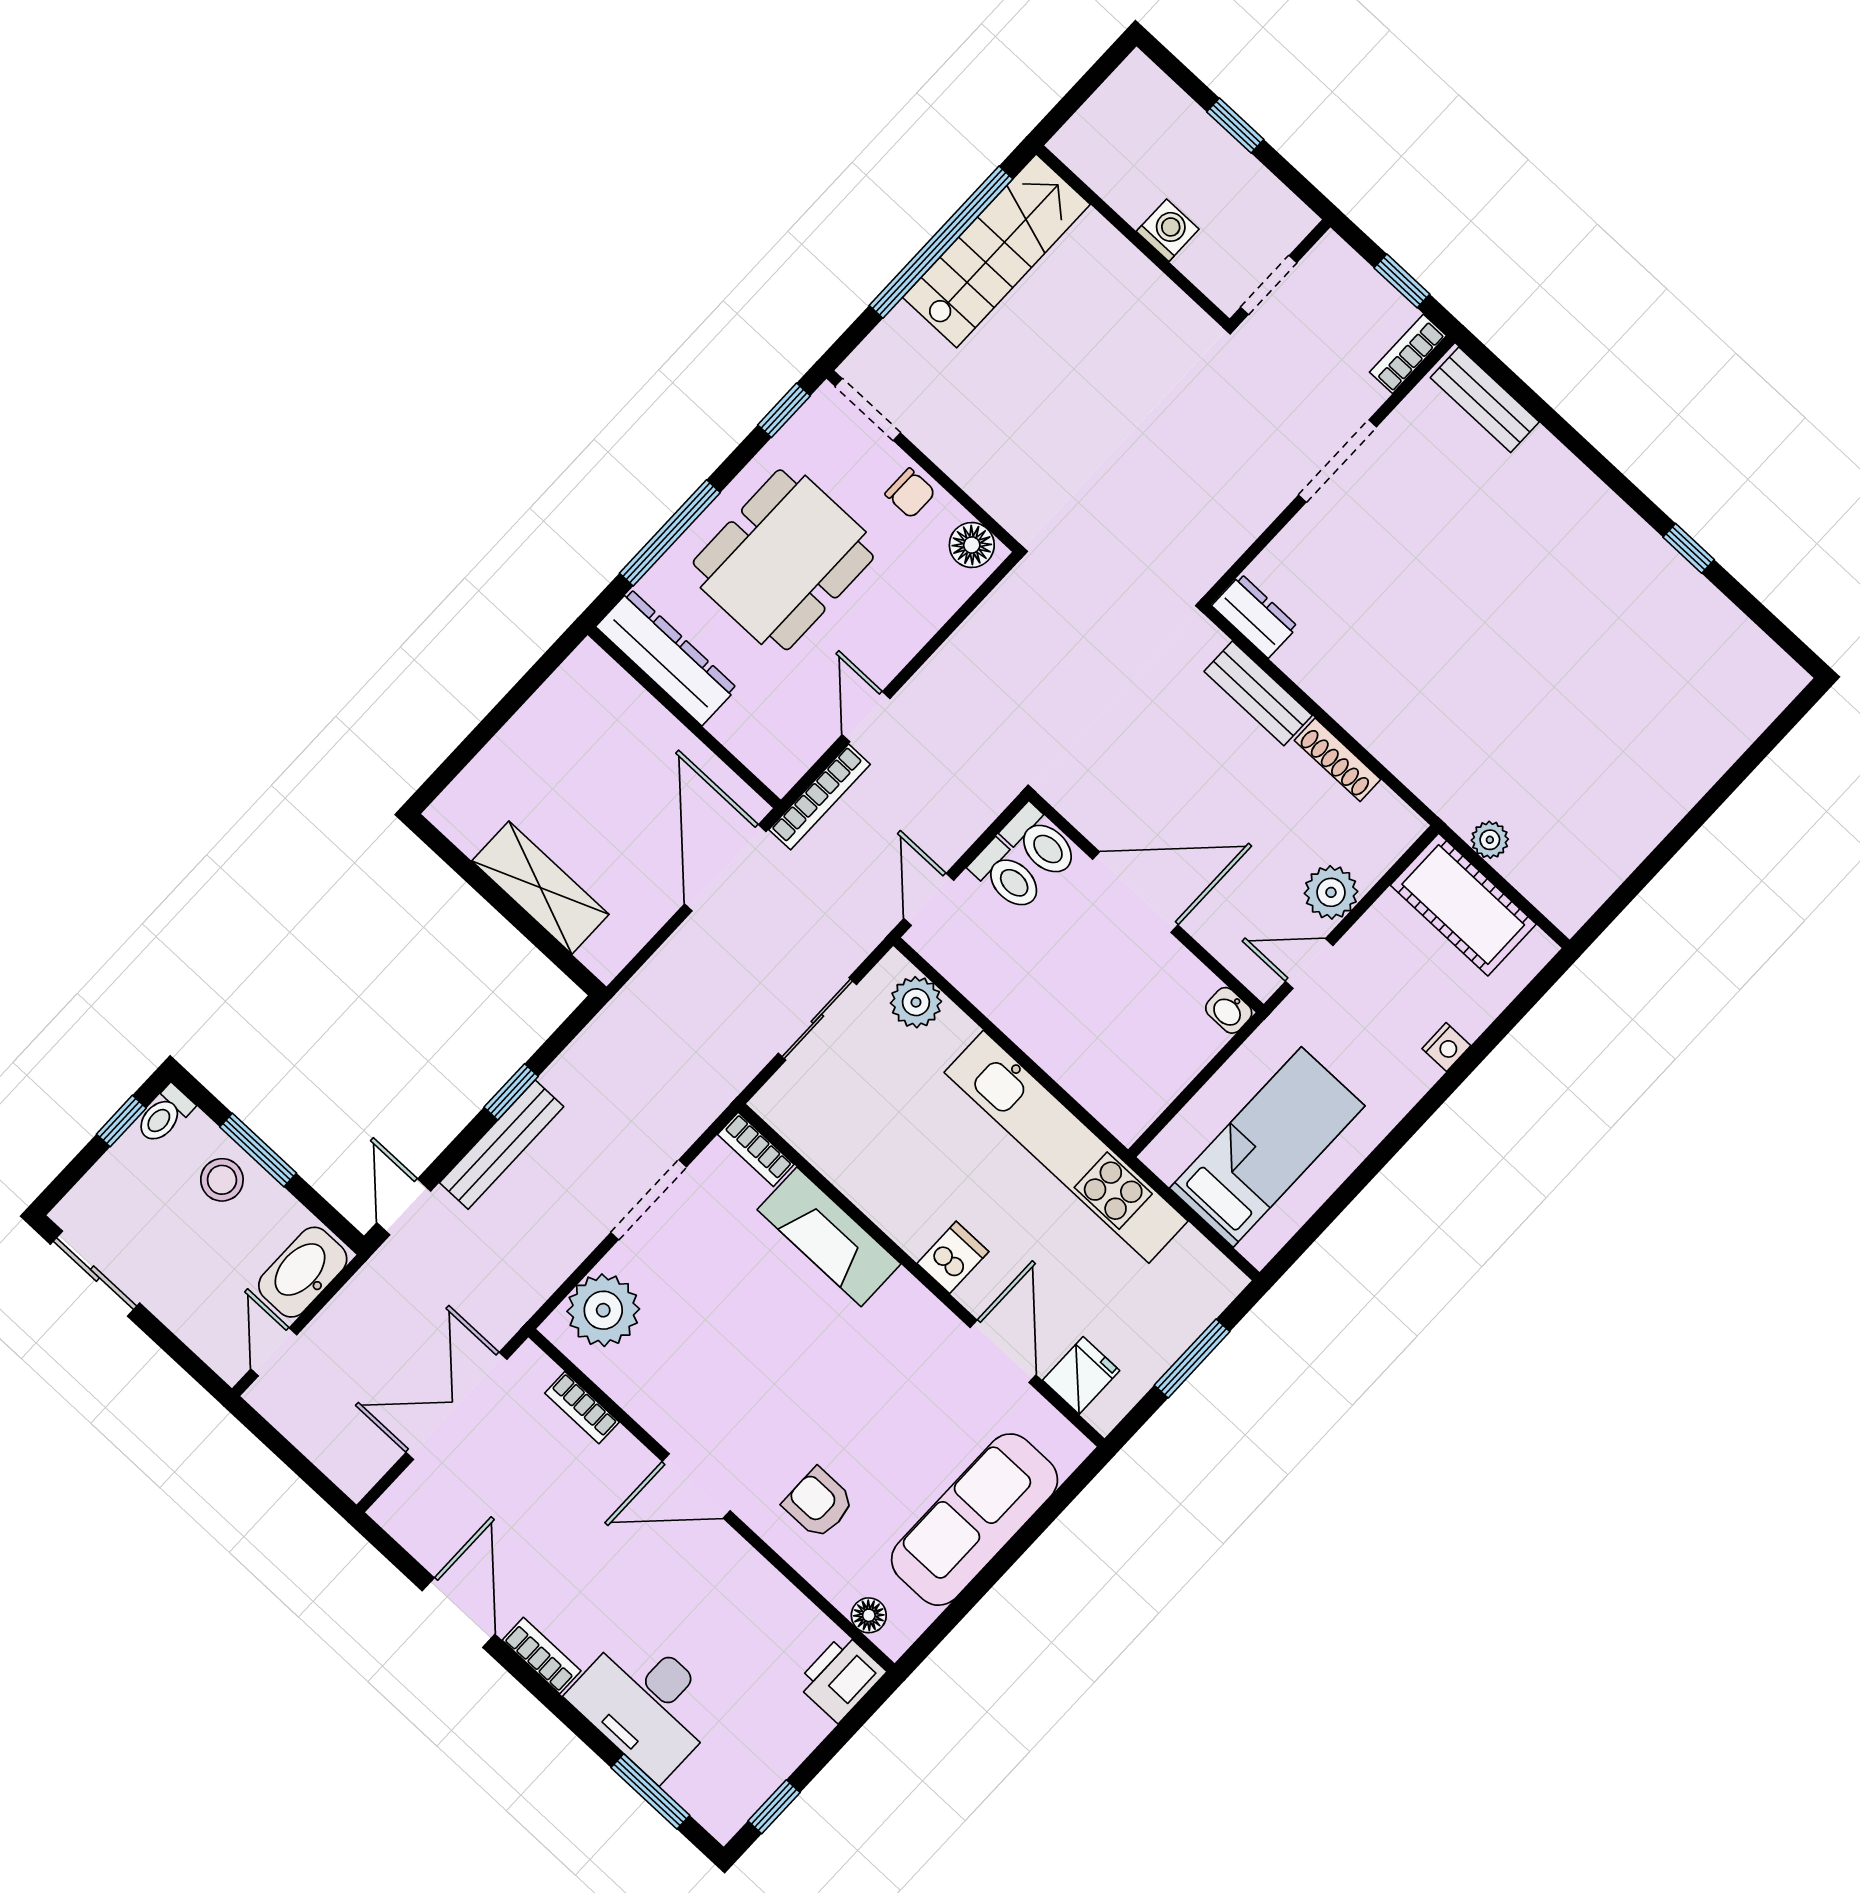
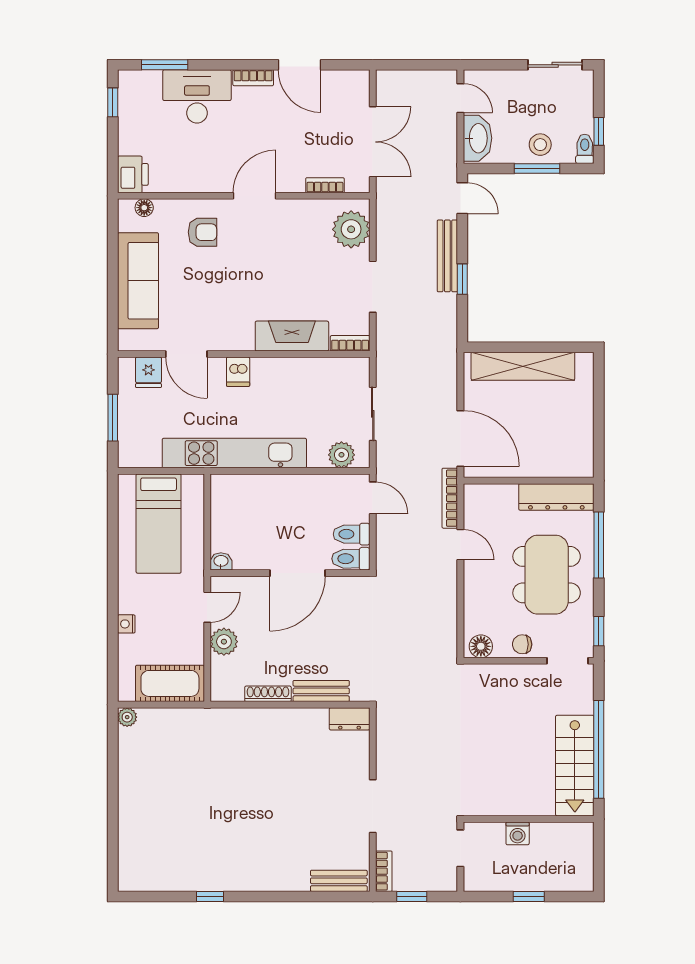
plant: (1490, 840) -> (127, 717), moved
shelving: (540, 888) -> (523, 366), width x1.47

